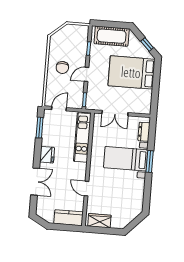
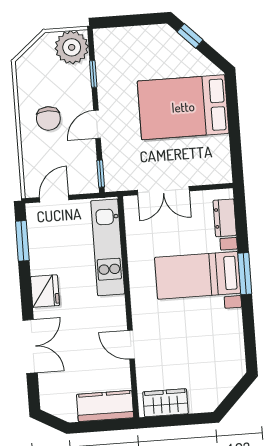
plant: (80, 33) -> (72, 47), added
cot: (112, 36) -> (134, 43), removed
window: (147, 44) -> (190, 36), moved

